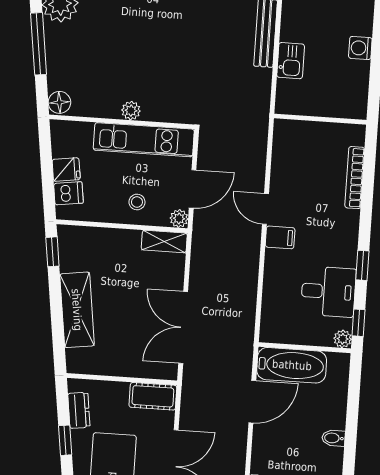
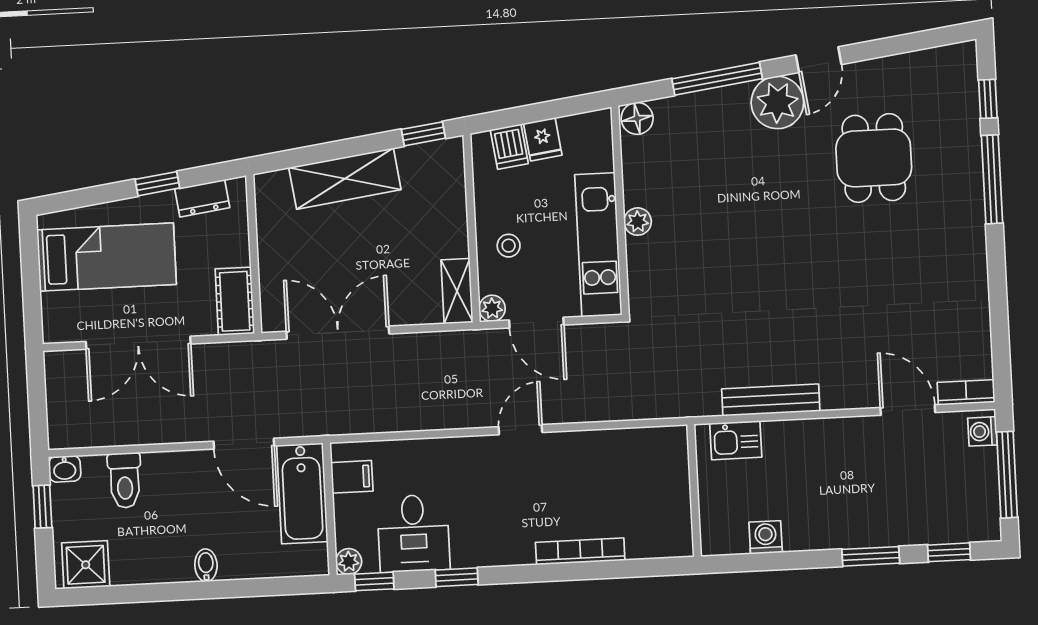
wall: (320, 119) -> (694, 491), moved
filing cabinet: (280, 237) -> (352, 477), moved, turned -90

